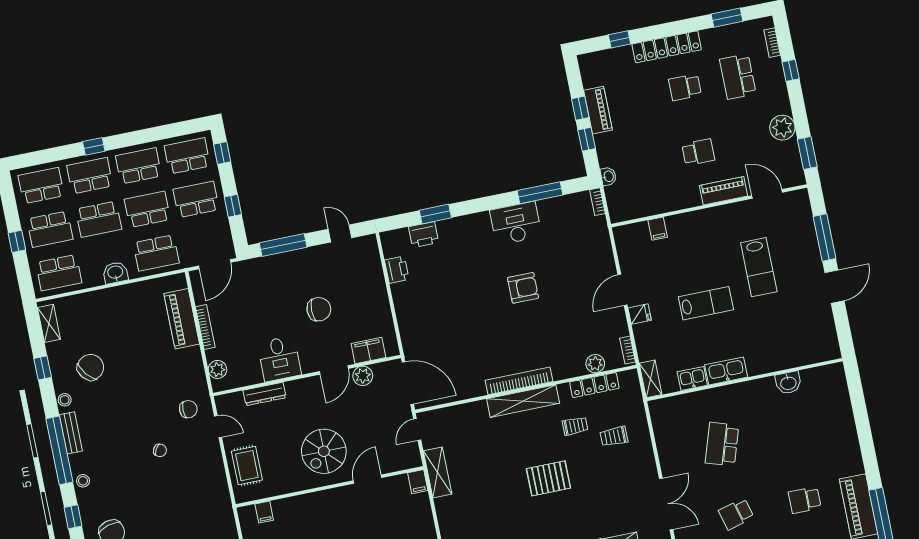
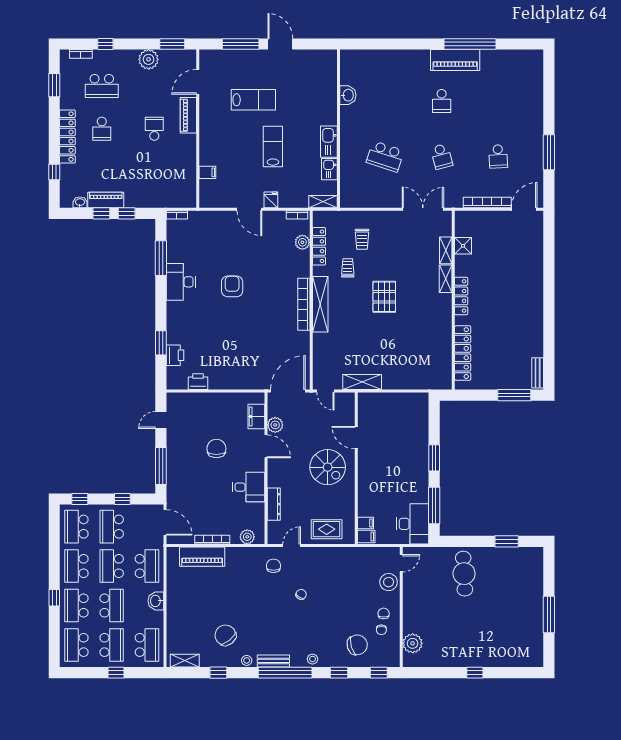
washbasin: (608, 176) -> (80, 202), moved
filing cabinet: (418, 482) -> (366, 537), moved

